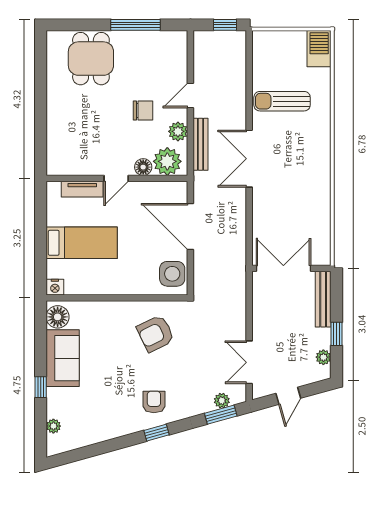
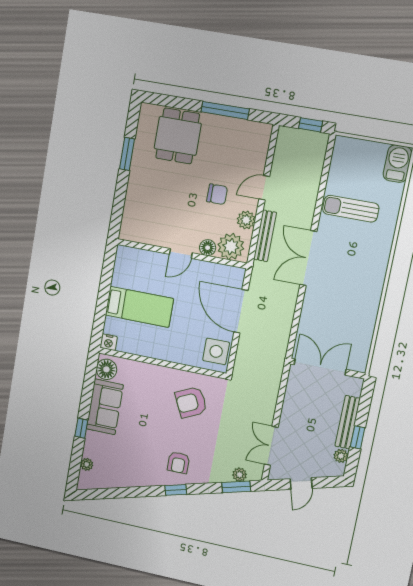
window: (41, 86) -> (127, 154), added
tv unit: (82, 189) -> (148, 258), removed
bench: (323, 299) -> (348, 422), moved
armchair: (154, 402) -> (178, 463), turned 180

